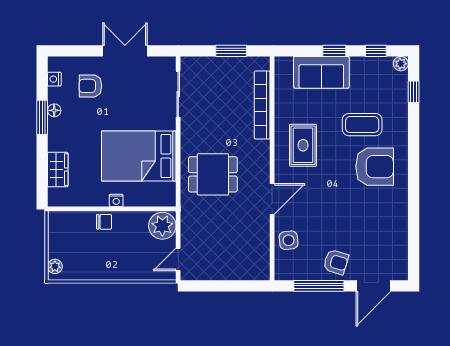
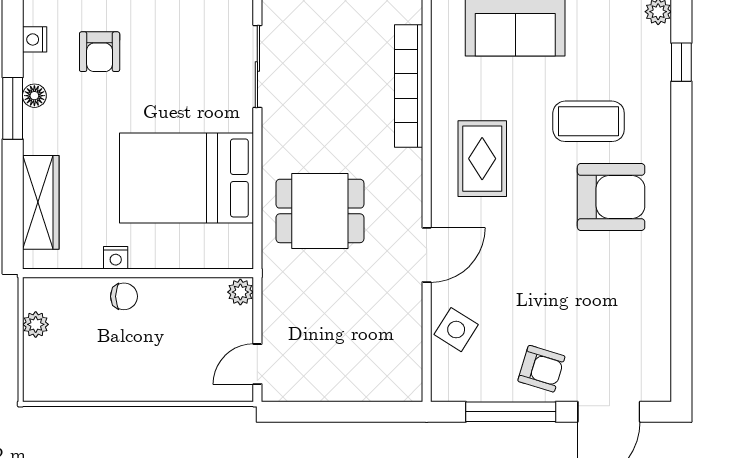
armchair: (90, 86) -> (100, 52), turned -90
wardrobe: (58, 170) -> (41, 202), width x1.50
nightstand: (116, 200) -> (116, 258), moved
plant: (162, 226) -> (240, 292), width x0.53, depth x0.53
side table: (289, 240) -> (456, 330), turned 38
plant: (55, 266) -> (36, 324), moved

